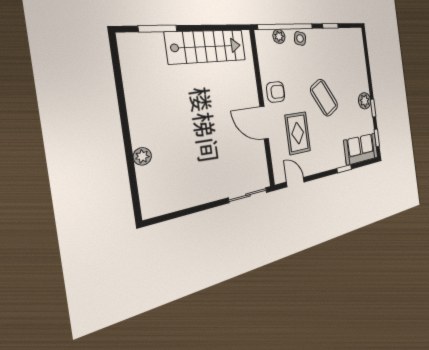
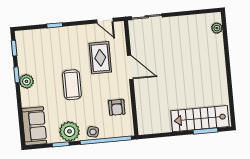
plant: (279, 36) -> (69, 131), moved, width x1.88, depth x1.88
stairs: (207, 46) -> (200, 119), moved
armchair: (276, 92) -> (117, 107), moved, turned -90
coffee table: (324, 98) -> (72, 85), turned 30
sofa: (361, 149) -> (34, 126), moved, turned -90
plant: (142, 156) -> (217, 28), moved

